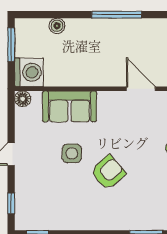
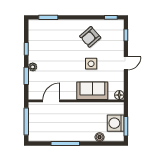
washing machine: (29, 72) -> (116, 123), moved
door: (141, 89) -> (51, 101), swing flipped
armchair: (108, 172) -> (90, 37), moved

